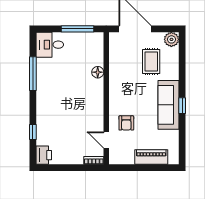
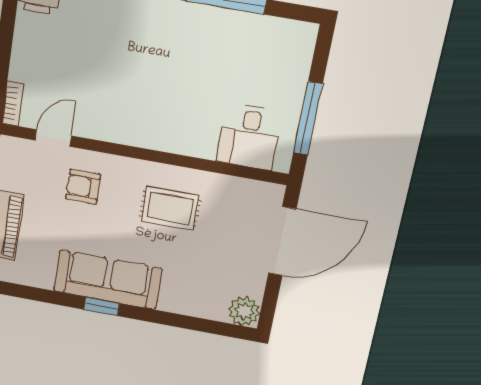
desk: (50, 45) -> (249, 137), moved, turned 180
rug: (151, 61) -> (170, 208), moved
floor lamp: (98, 72) -> (203, 146), removed

